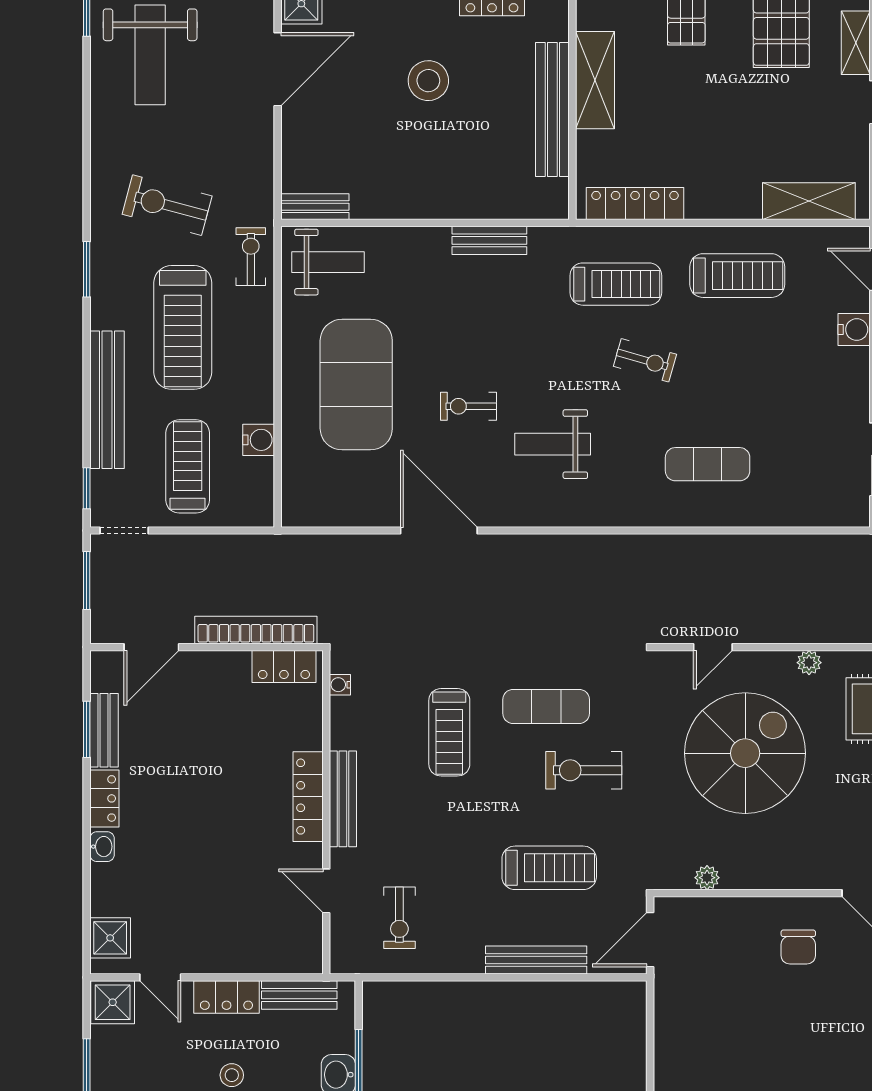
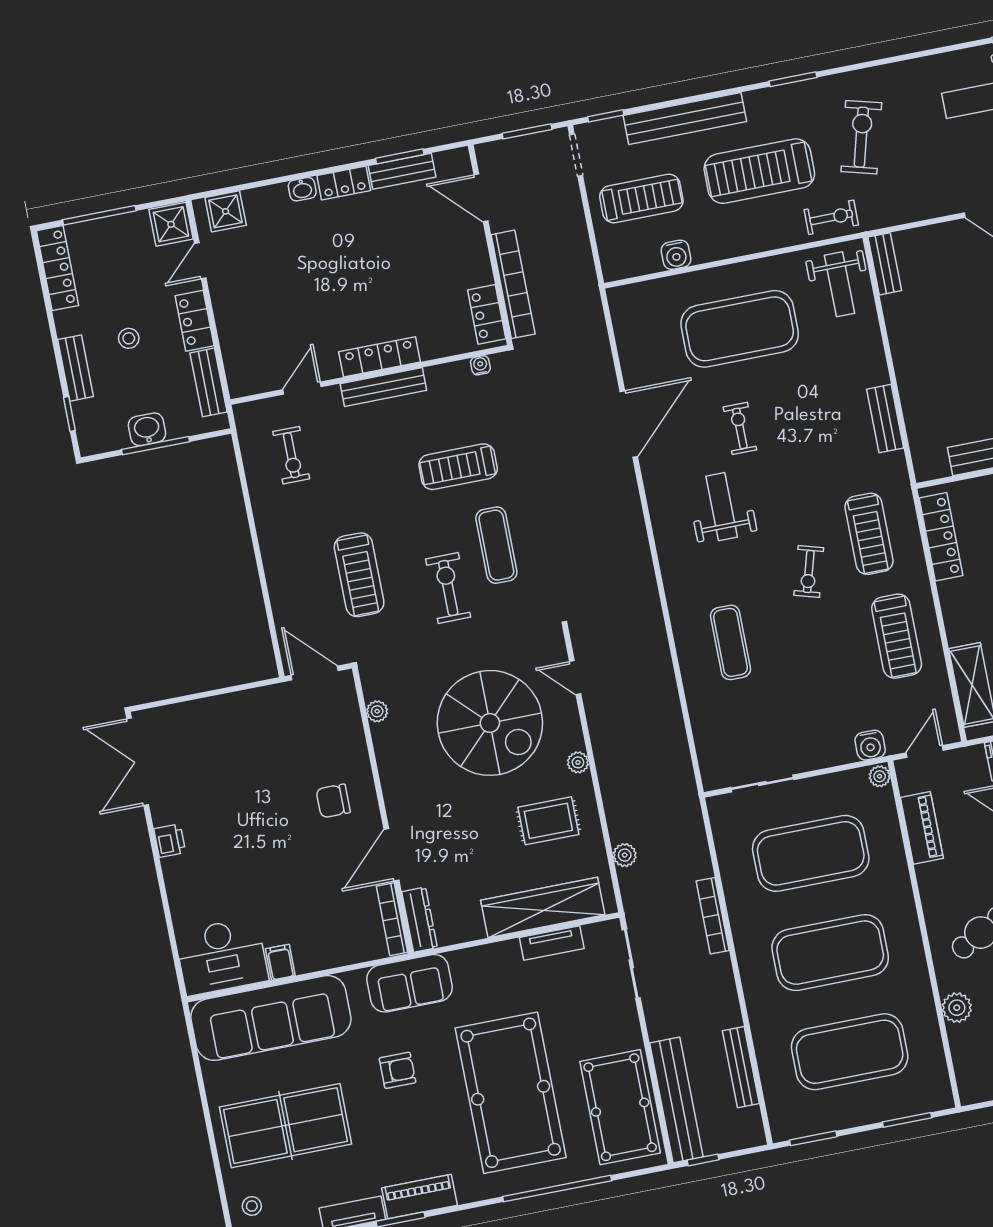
exercise bike: (399, 918) -> (291, 455), turned -90
bench: (536, 960) -> (278, 579), removed

